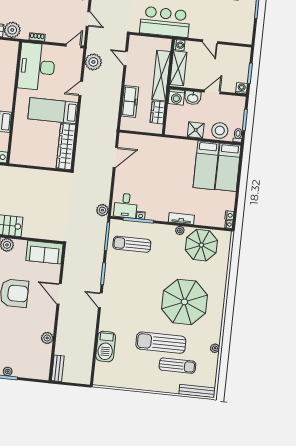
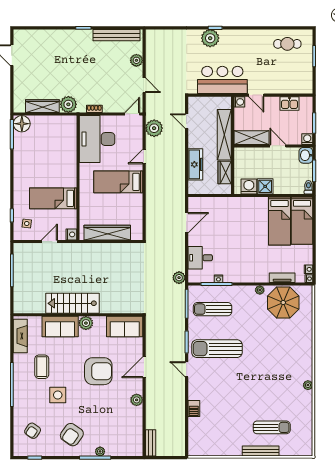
door: (210, 42) -> (256, 95), moved
kitchen sink: (228, 52) -> (289, 103), added
shelving: (178, 68) -> (251, 138), moved, turned 90
door: (212, 92) -> (278, 146), hinge flipped
washing machine: (176, 97) -> (249, 186), moved, turned 180
washbasin: (193, 98) -> (306, 155), moved, turned 90
stool: (220, 131) -> (290, 184), removed
wardrobe: (66, 147) -> (107, 233), moved, turned 90
desk: (126, 206) -> (200, 258), moved, turned 90
tv unit: (181, 219) -> (282, 278), moved
door: (59, 294) -> (144, 367), hinge flipped
parasol: (184, 302) -> (272, 362), removed
plant: (47, 338) -> (137, 400), moved
sun lounger: (161, 343) -> (217, 349), moved
barbecue: (106, 346) -> (194, 408), width x0.53, depth x0.65
plant: (215, 348) -> (308, 385), moved
bench: (197, 391) -> (261, 451), moved

